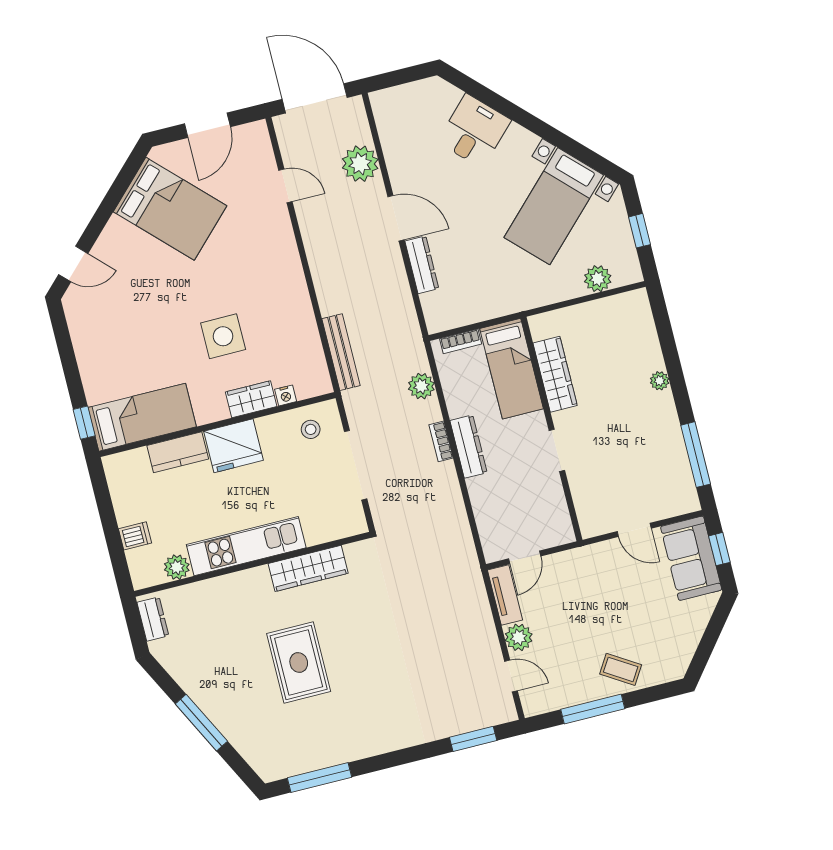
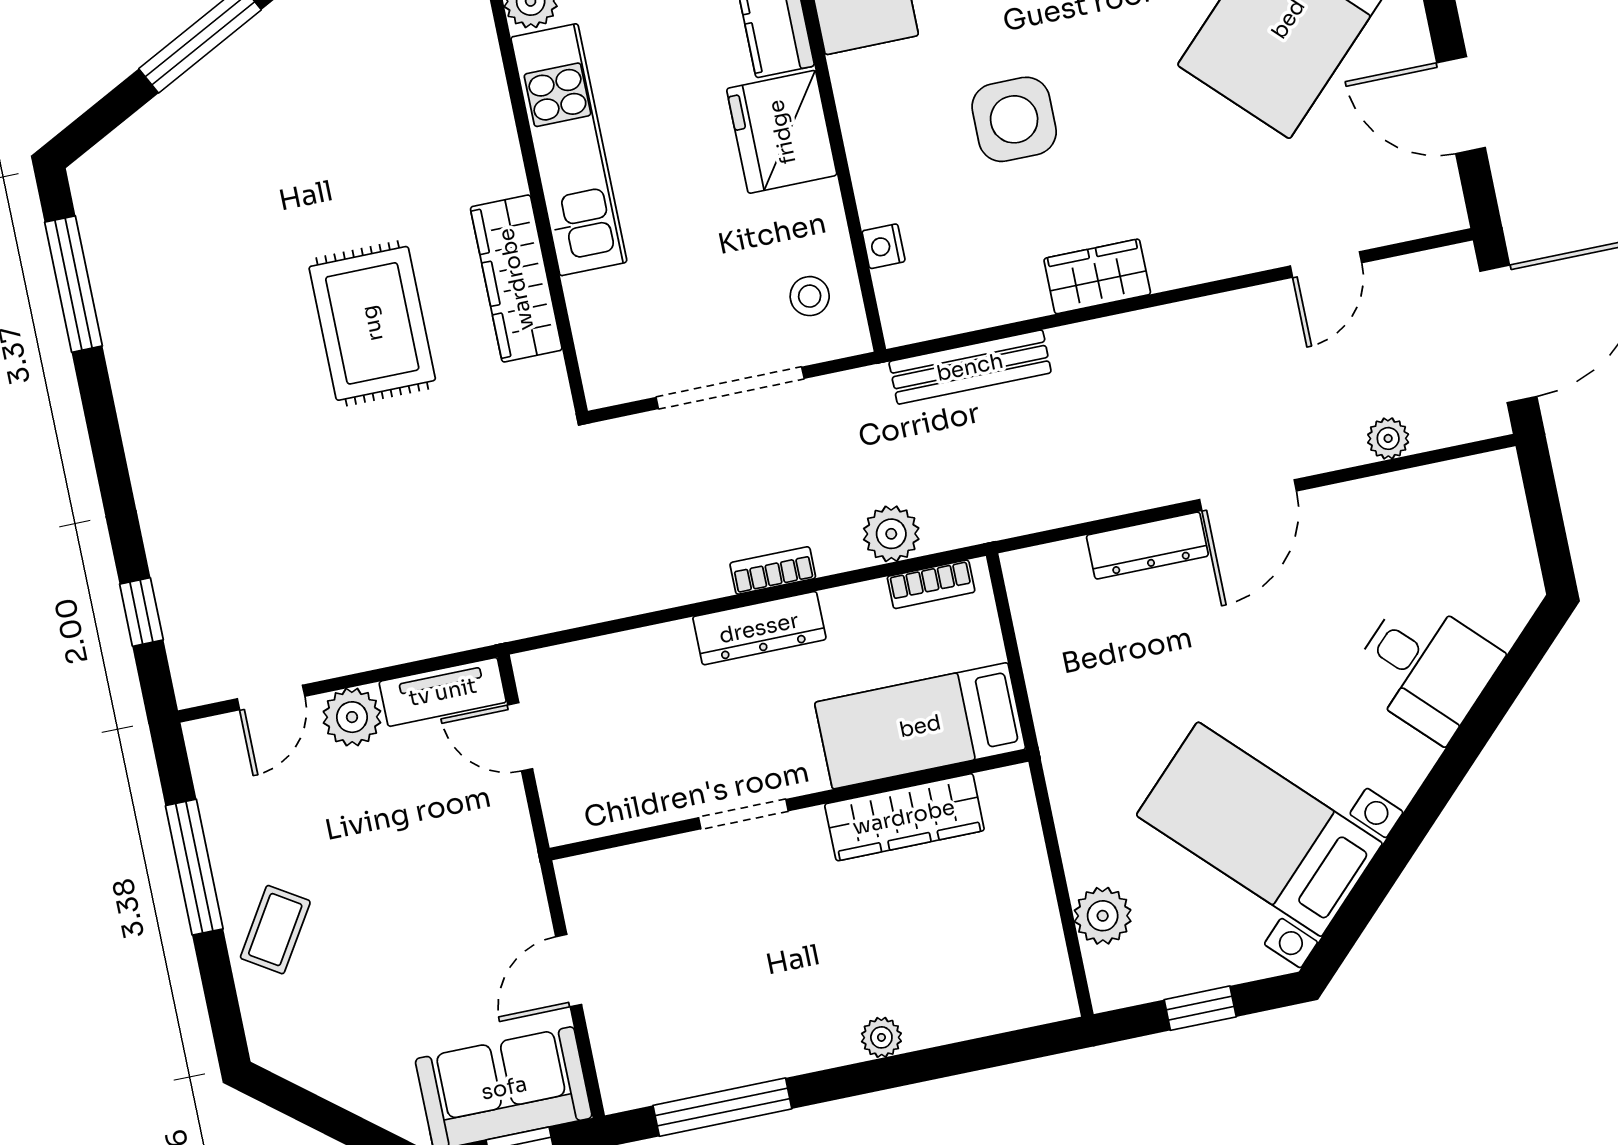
plant: (360, 164) -> (1388, 438), width x0.53, depth x0.53
bookcase: (461, 341) -> (931, 584), moved, turned -90
wardrobe: (251, 399) -> (1097, 276), moved, turned -90
rug: (299, 662) -> (372, 323), moved, turned 90
window: (473, 739) -> (141, 612), width x0.67

